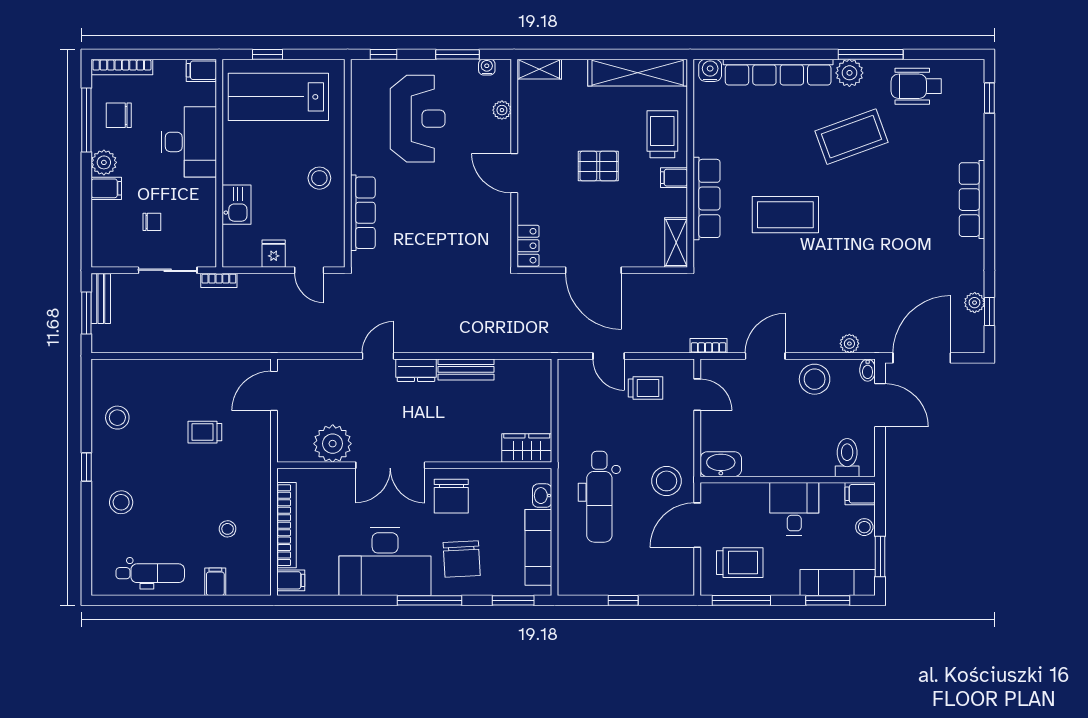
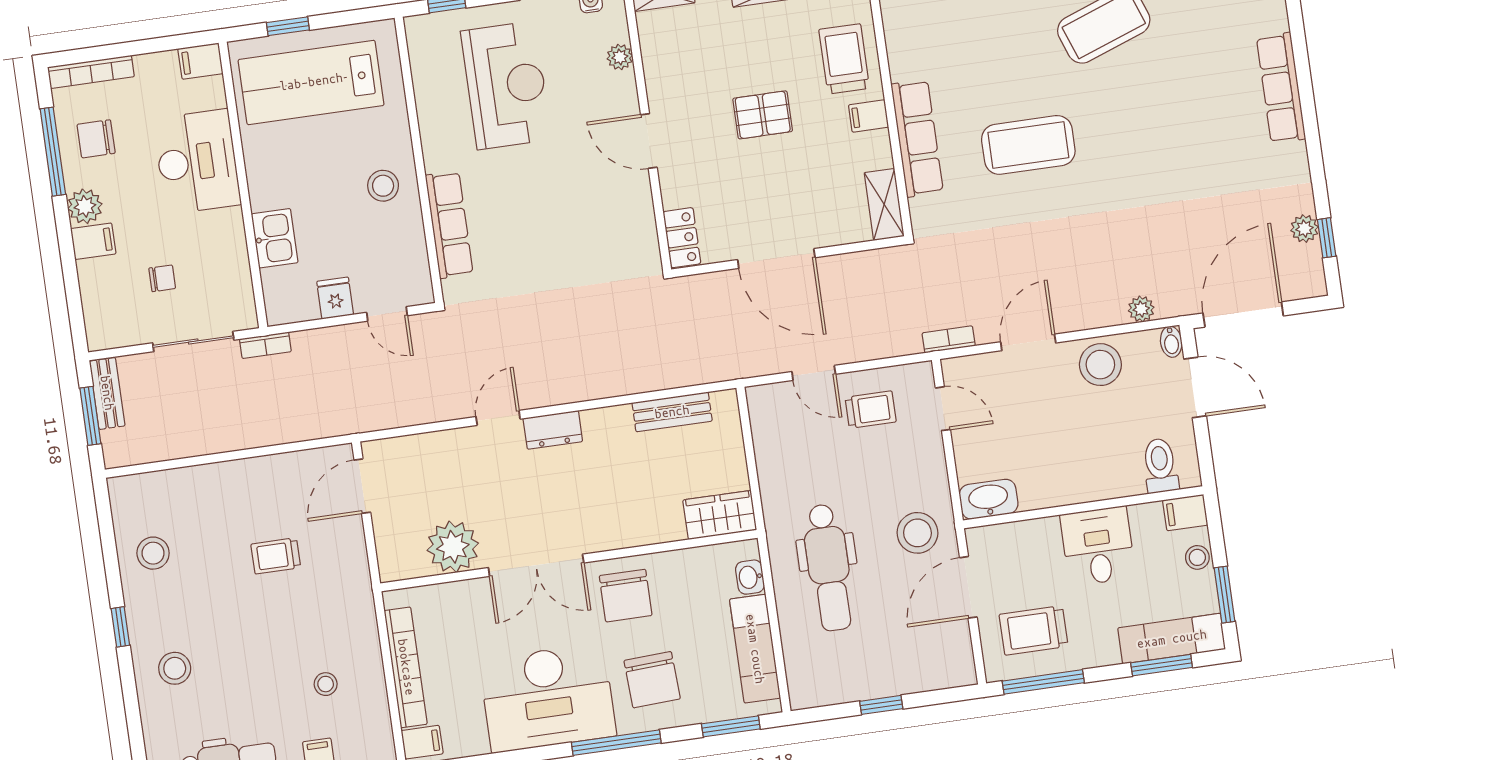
bench: (466, 369) -> (672, 412), moved
trolley: (740, 563) -> (1034, 630), turned 180

